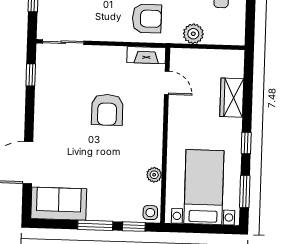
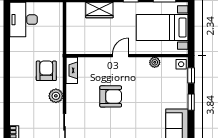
plant: (193, 34) -> (56, 96), moved
door: (167, 83) -> (121, 56), moved
window: (95, 225) -> (191, 102), width x0.67

